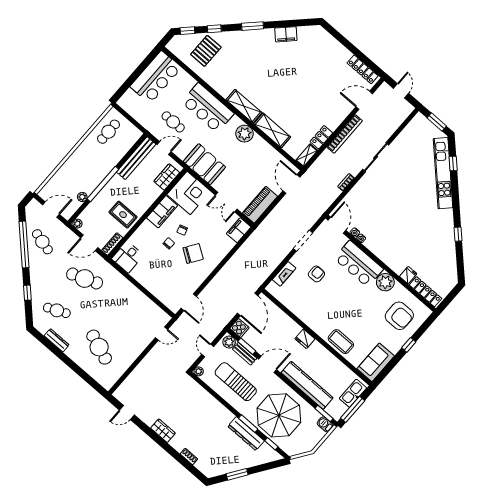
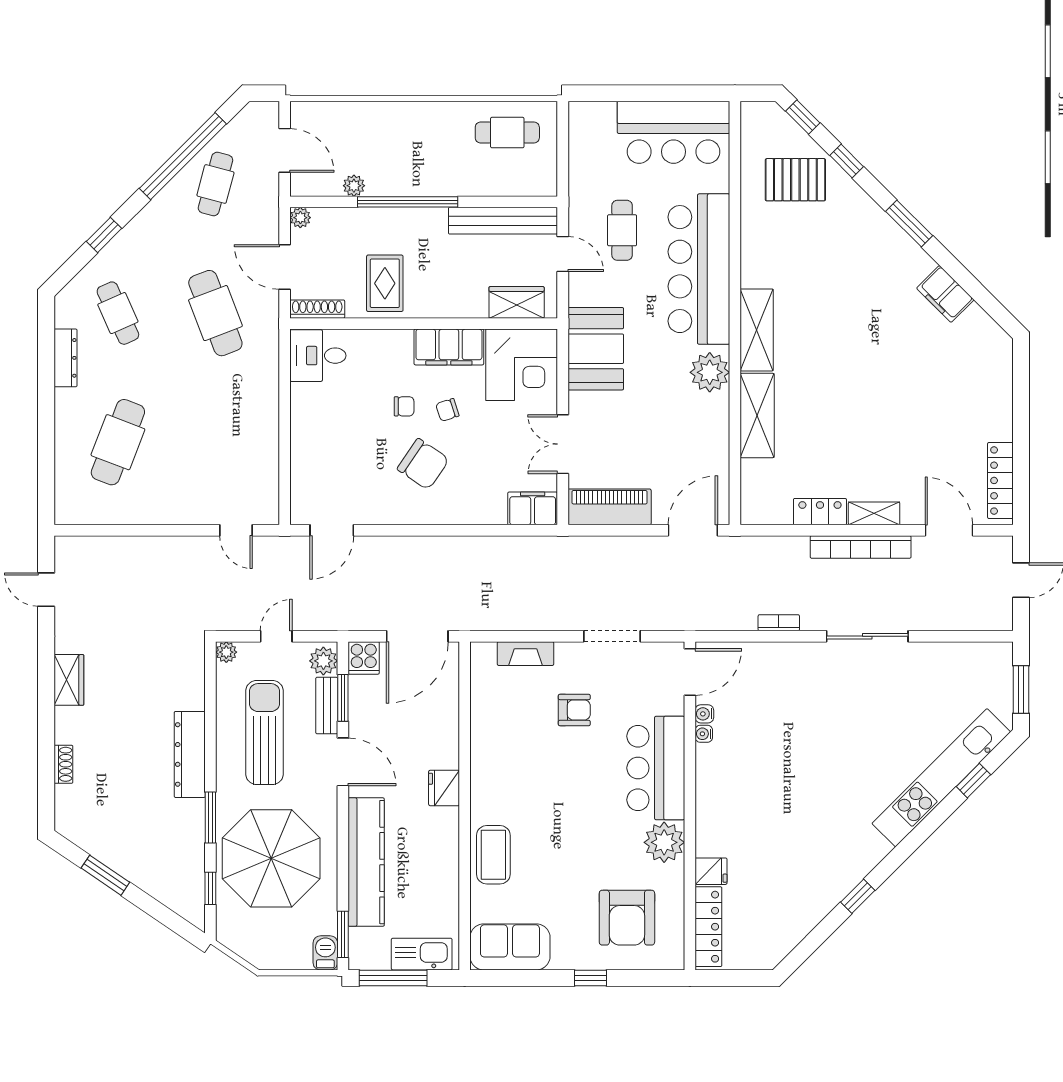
bar counter: (208, 108) -> (699, 269), width x1.36
shelving: (307, 155) -> (874, 513), moved
dresser: (246, 434) -> (190, 754), moved

